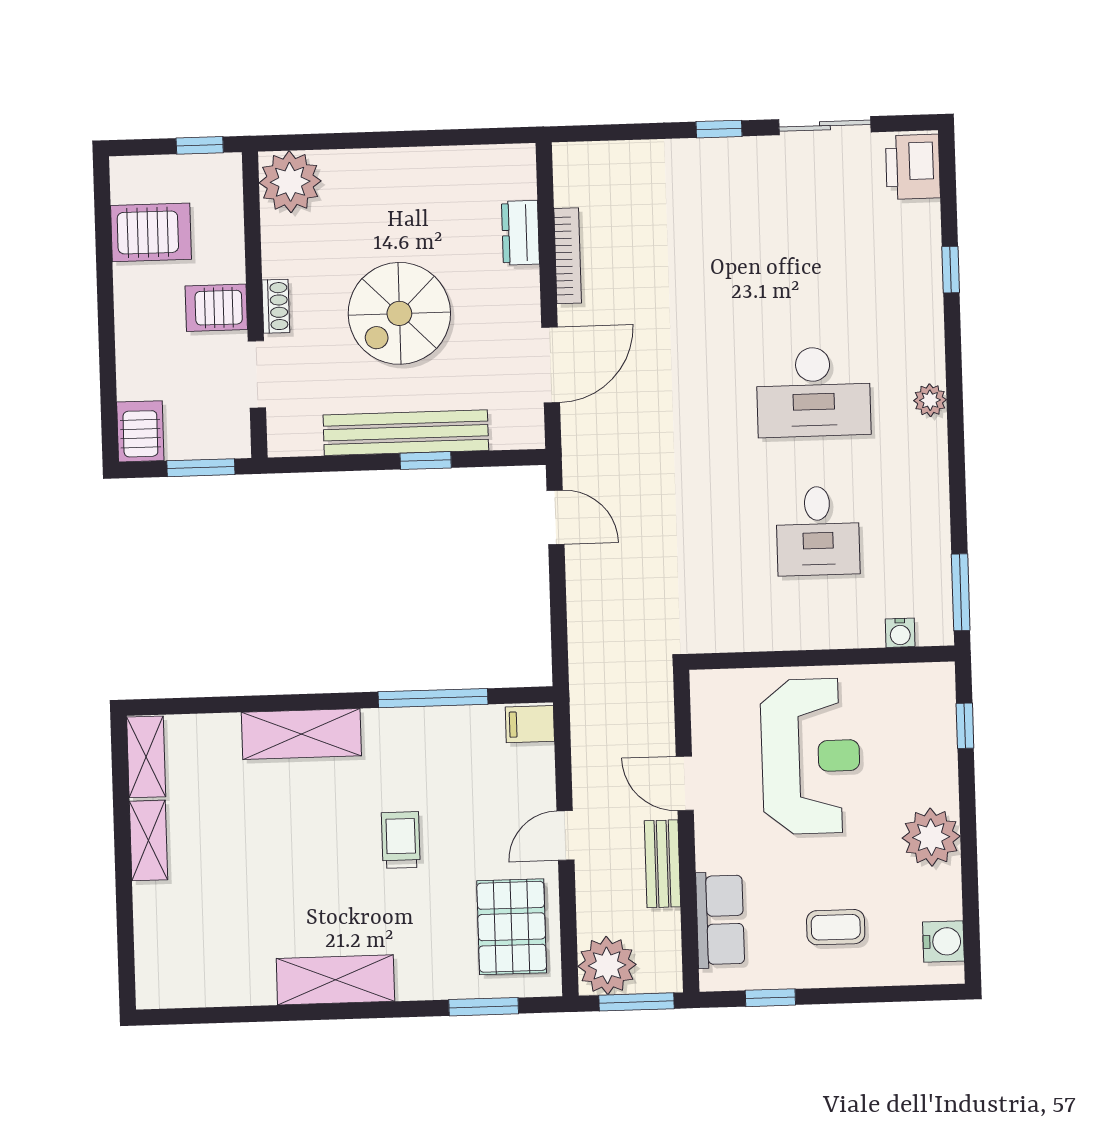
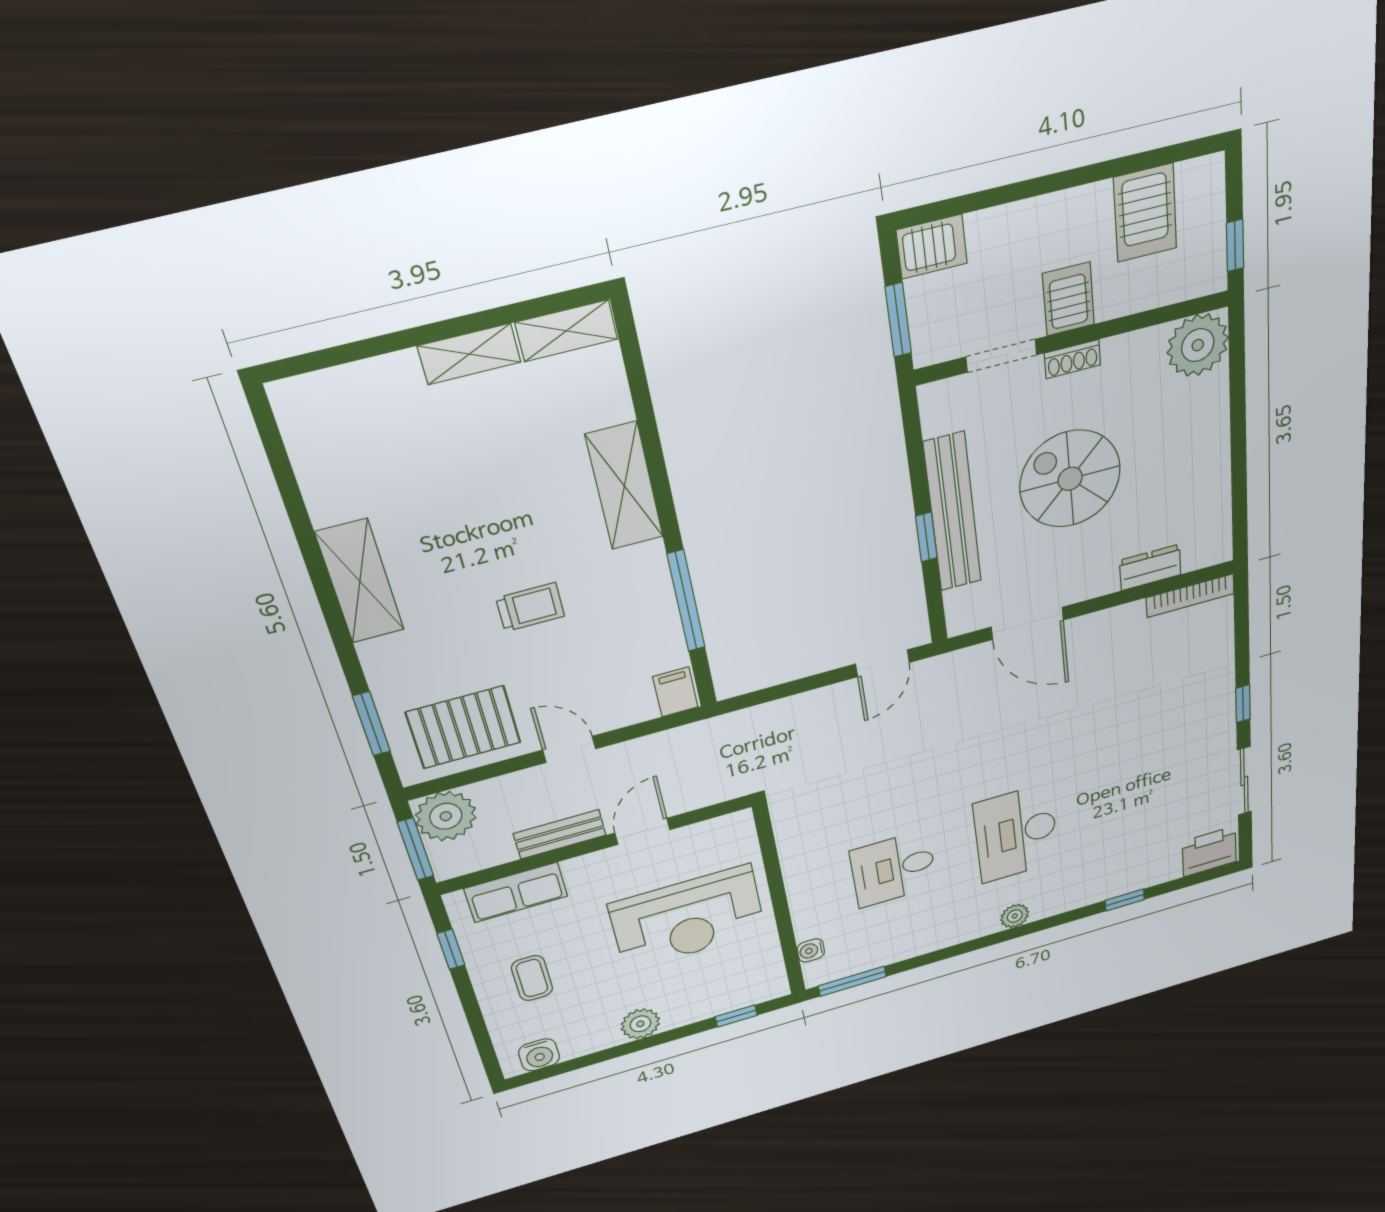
bookcase: (568, 256) -> (1190, 596), moved
plant: (931, 837) -> (640, 1024), width x0.73, depth x0.73

